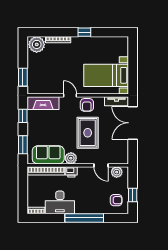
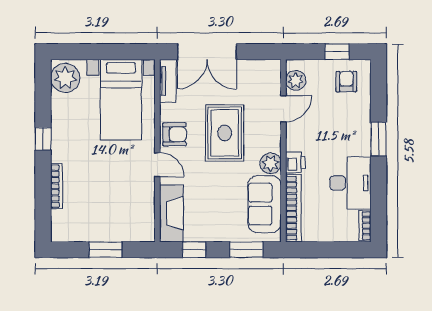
plant: (37, 44) -> (65, 78), moved
window: (23, 77) -> (105, 250), moved
door: (70, 95) -> (157, 165), swing flipped
rug: (88, 133) -> (225, 133), turned 90
window: (84, 218) -> (379, 139), width x0.47

